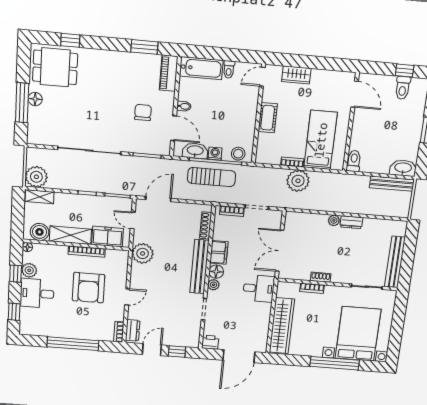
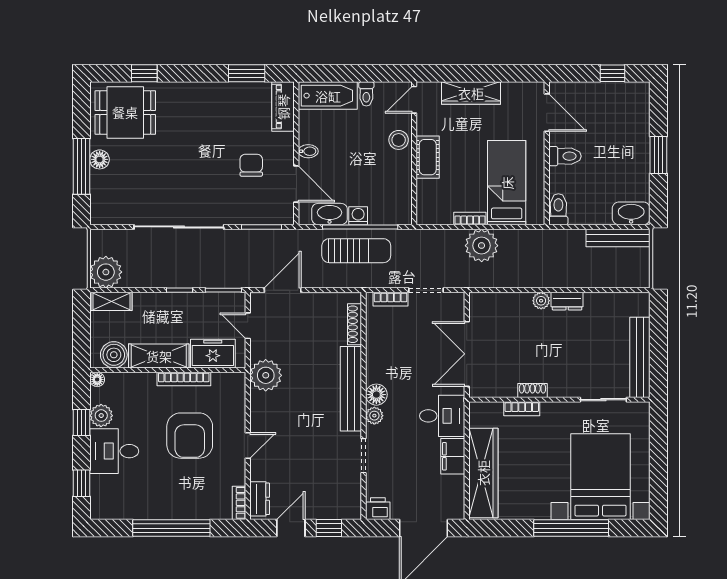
wardrobe: (296, 75) -> (471, 93), width x1.50
toilet: (403, 88) -> (565, 156), moved, turned -90
stool: (238, 154) -> (399, 140), moved
filing cabinet: (219, 252) -> (453, 456), moved, turned 180

